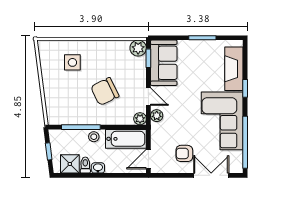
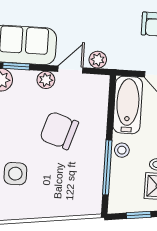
chair: (105, 91) -> (59, 131), turned 134
plant: (140, 119) -> (46, 80), moved

